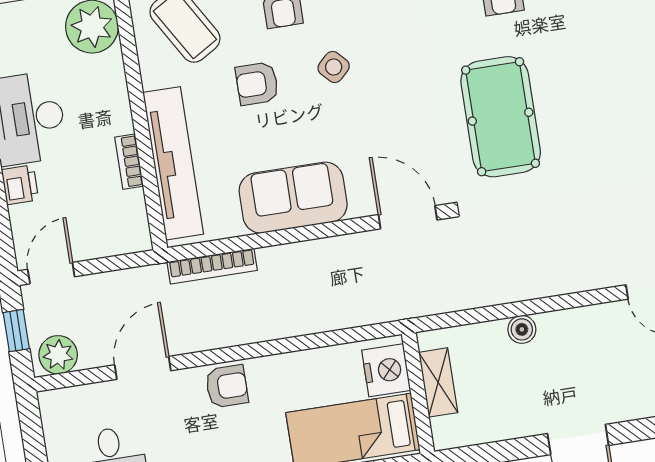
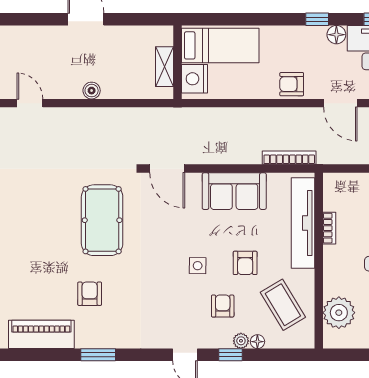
side table: (334, 67) -> (198, 266), turned 45
armchair: (257, 84) -> (245, 263), turned 90
boiler: (522, 329) -> (92, 91), moved
door: (143, 368) -> (340, 103), hinge flipped

